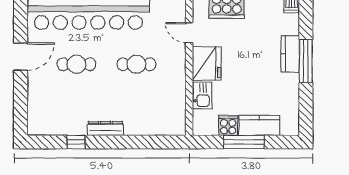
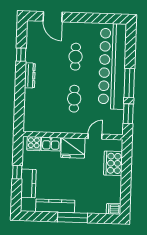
kitchen counter: (290, 54) -> (55, 206), moved, width x1.50
door: (21, 56) -> (53, 17), moved
cooker: (228, 126) -> (34, 144), moved, turned 90
window: (244, 142) -> (17, 172), width x0.46

